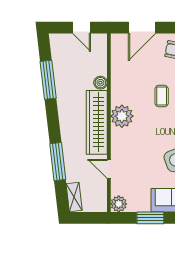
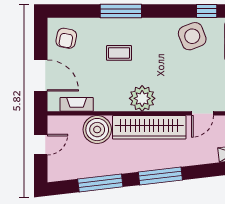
fireplace: (117, 59) -> (77, 104), added
boiler: (100, 83) -> (97, 130), width x1.86, depth x1.86
window: (58, 162) -> (160, 176), moved

